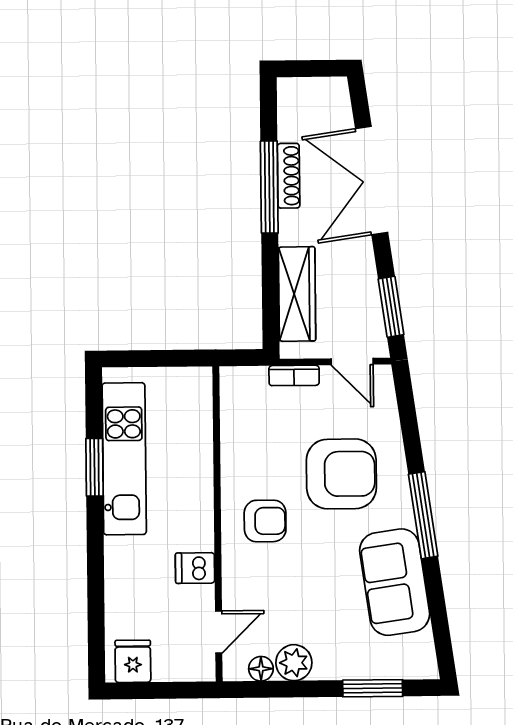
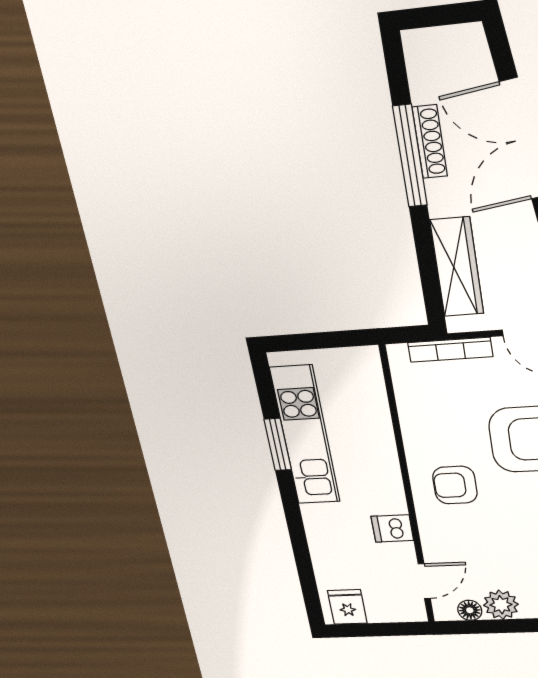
bookcase: (294, 375) -> (450, 350), width x1.56
armchair: (265, 521) -> (455, 485), turned 180

